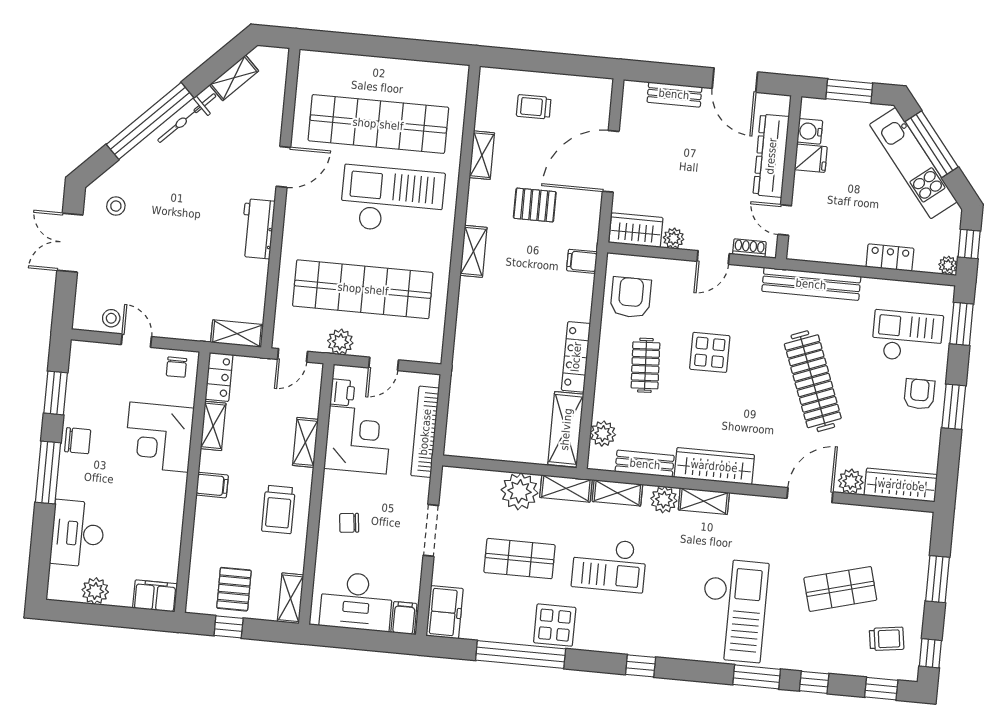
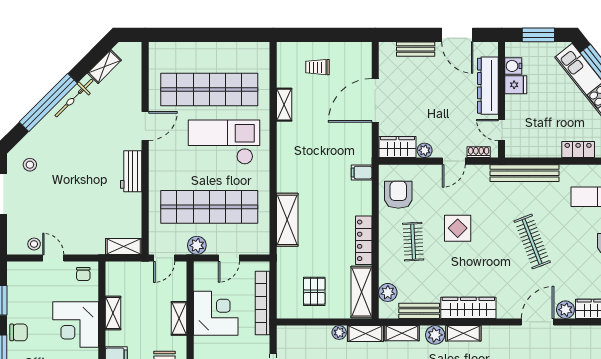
pallet: (535, 205) -> (314, 291), moved, turned 90
shelving: (474, 251) -> (287, 220), moved, width x1.50, depth x1.33
locker: (219, 377) -> (114, 278), removed
clothes rail: (813, 381) -> (532, 242), width x0.73, depth x0.76
printer: (342, 392) -> (202, 281), removed
plant: (520, 491) -> (339, 333), width x0.53, depth x0.53

